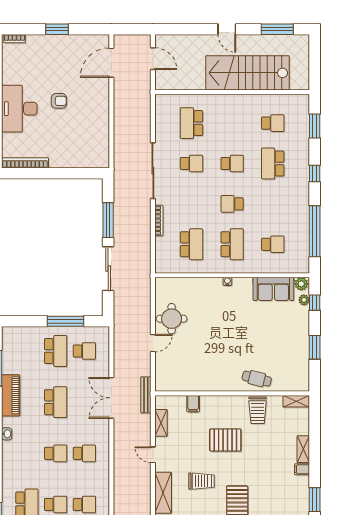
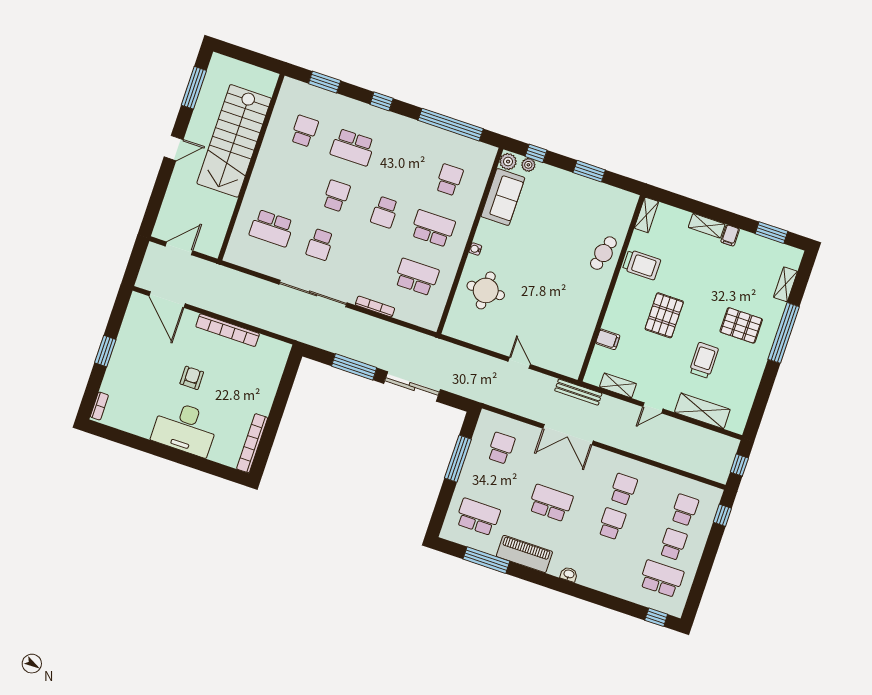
bookcase: (104, 116) -> (228, 330), added
school desk: (192, 163) -> (320, 244), turned 180
round table: (172, 319) -> (486, 290), moved
school desk: (56, 351) -> (478, 517), moved

